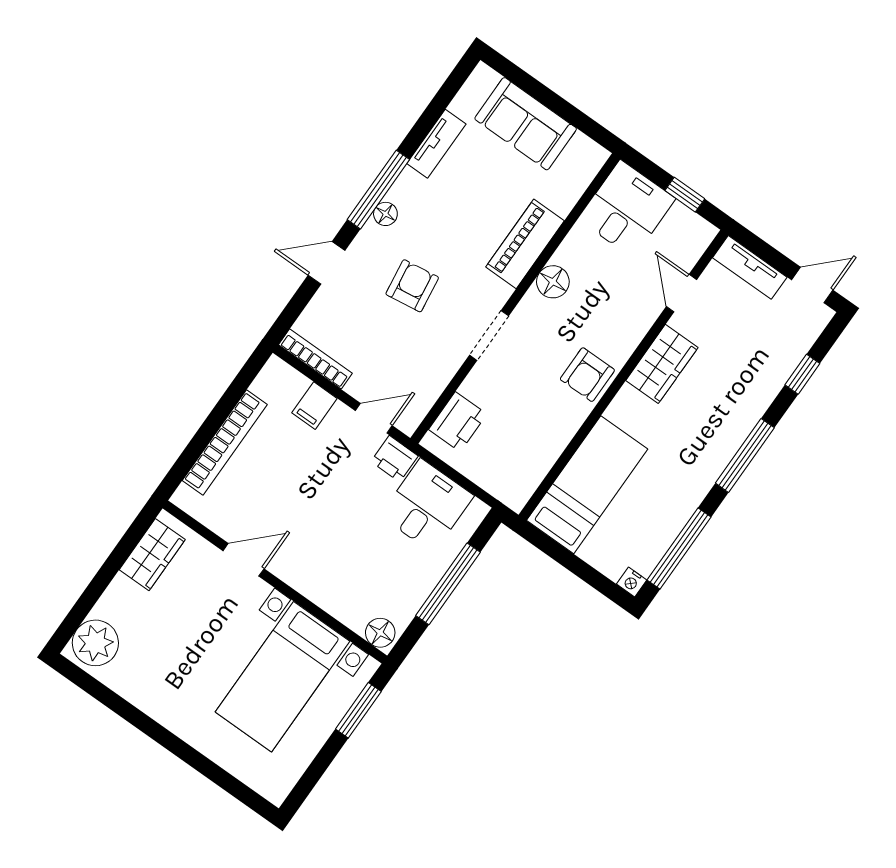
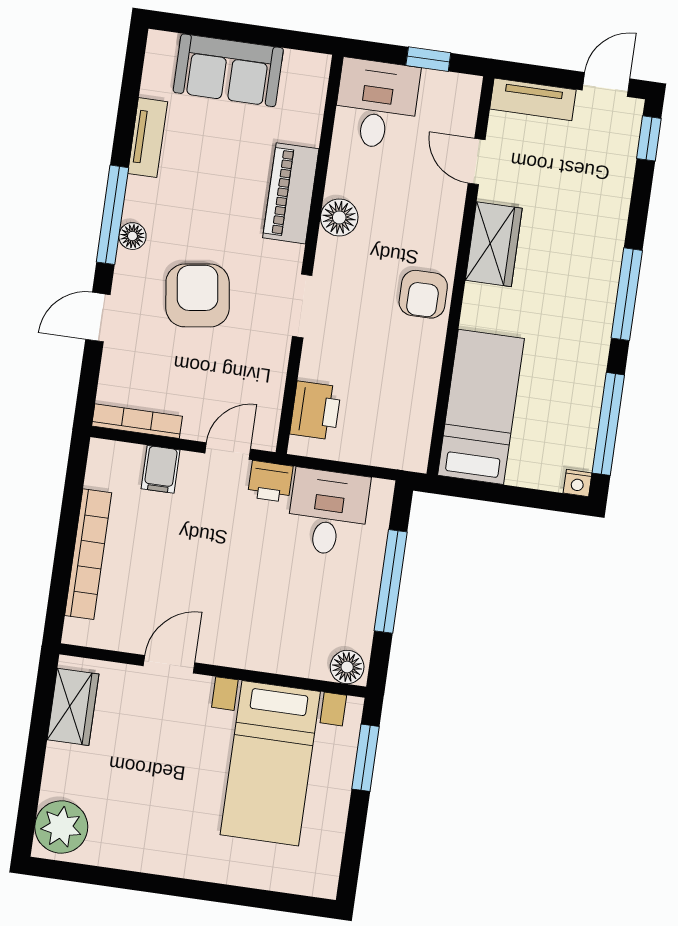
armchair: (412, 286) -> (198, 295), width x1.38, depth x1.38
window: (802, 374) -> (649, 138), moved

